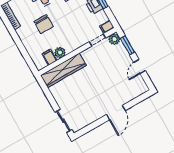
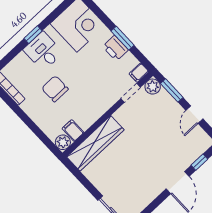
chair: (44, 24) -> (55, 89), turned 180
plant: (60, 53) -> (63, 142), moved
window: (135, 102) -> (199, 162), added

